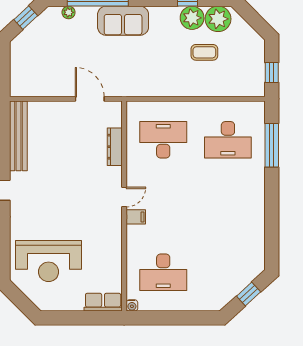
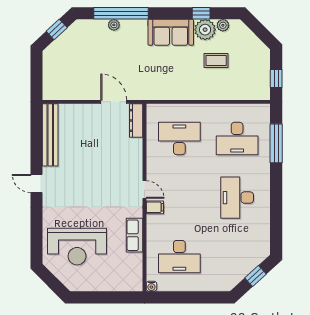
plant: (69, 12) -> (114, 25), moved
plant: (218, 19) -> (223, 25), width x0.53, depth x0.53
sofa: (123, 21) -> (171, 32), moved
dresser: (115, 147) -> (136, 120), moved
door: (124, 197) -> (144, 190), hinge flipped
desk: (228, 206) -> (237, 198), added
row of seats: (103, 302) -> (135, 235), moved, turned -90

